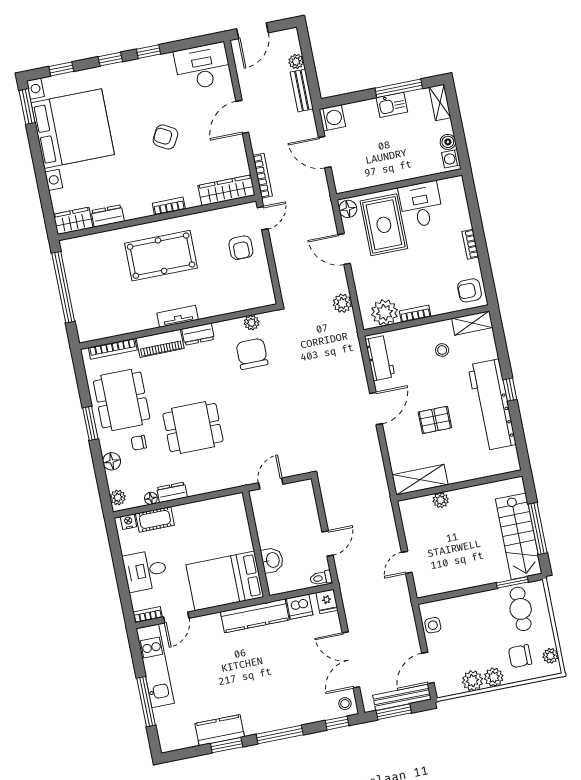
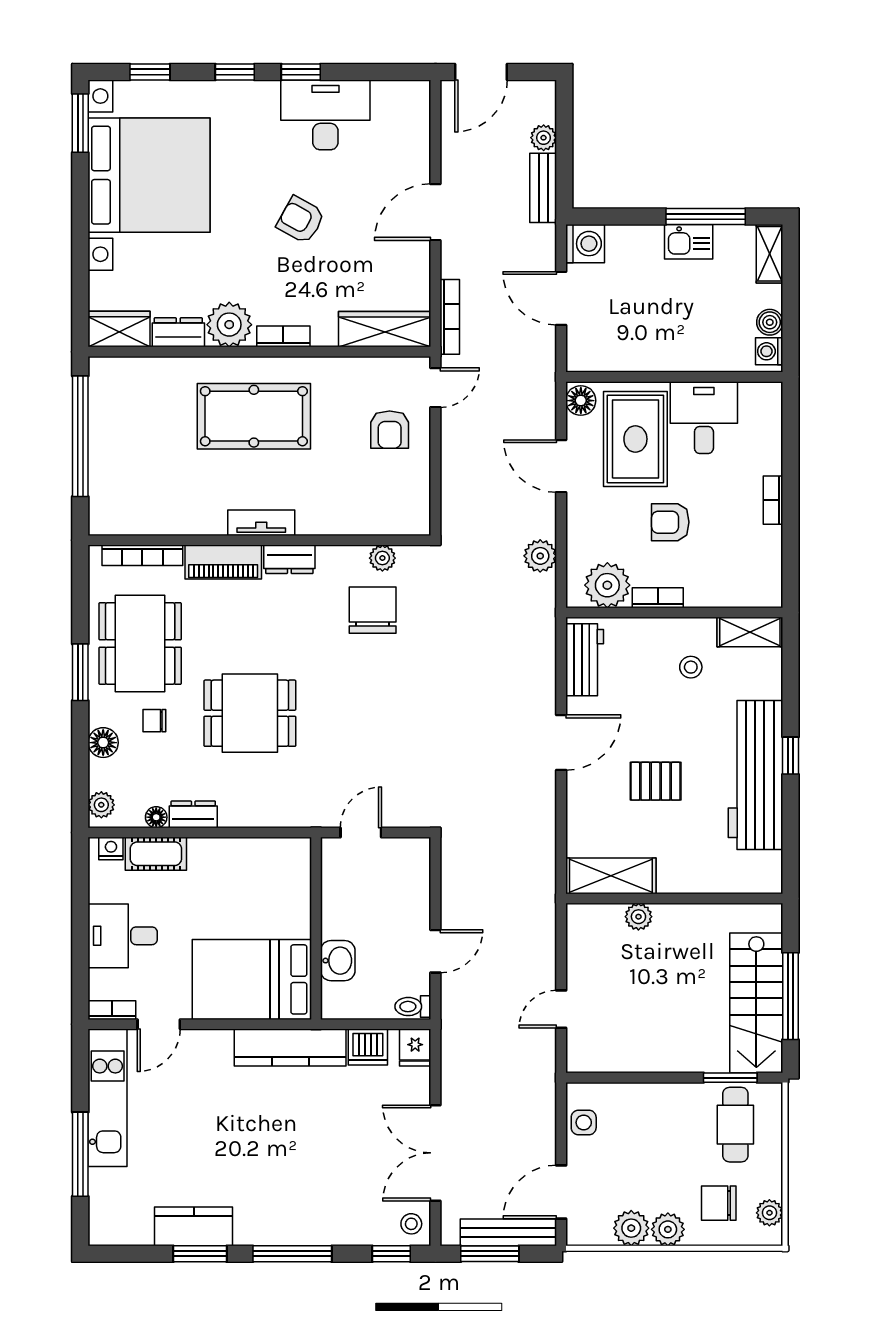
desk: (203, 66) -> (325, 115), moved
plant: (136, 206) -> (229, 325), added
armchair: (470, 290) -> (670, 522), moved

